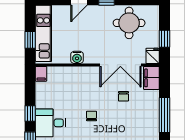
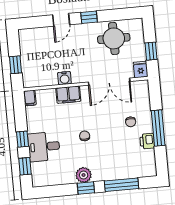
kitchen unit: (43, 33) -> (28, 57), removed
filing cabinet: (151, 78) -> (68, 95), moved, turned -90
chair: (123, 96) -> (131, 122), moved
printer: (152, 127) -> (147, 141), added

